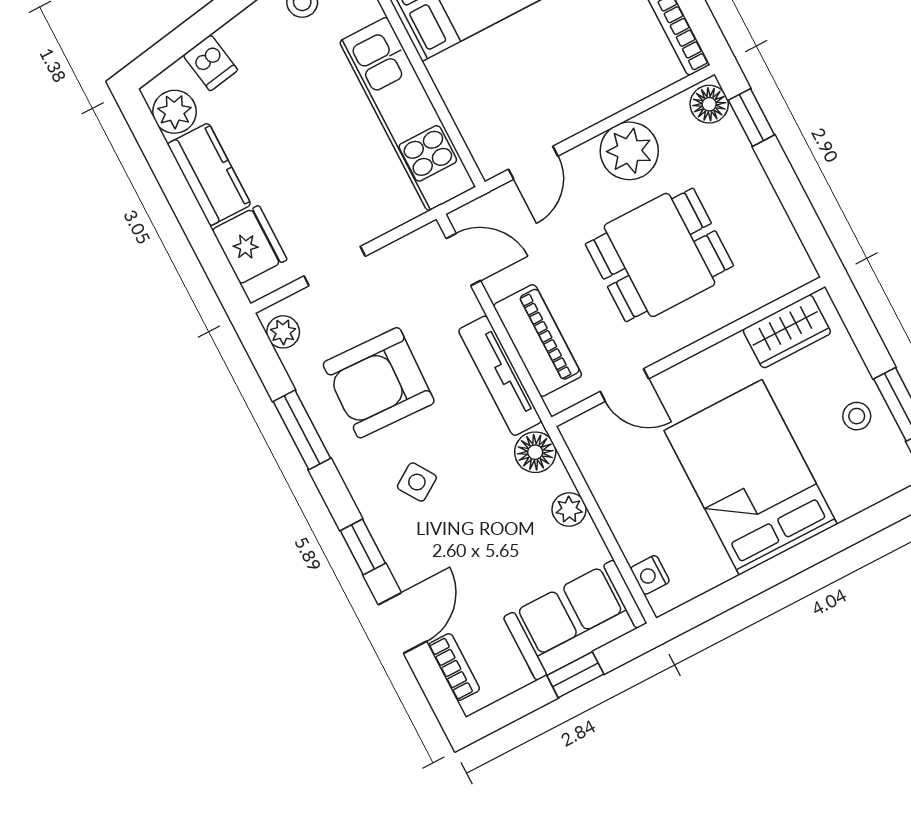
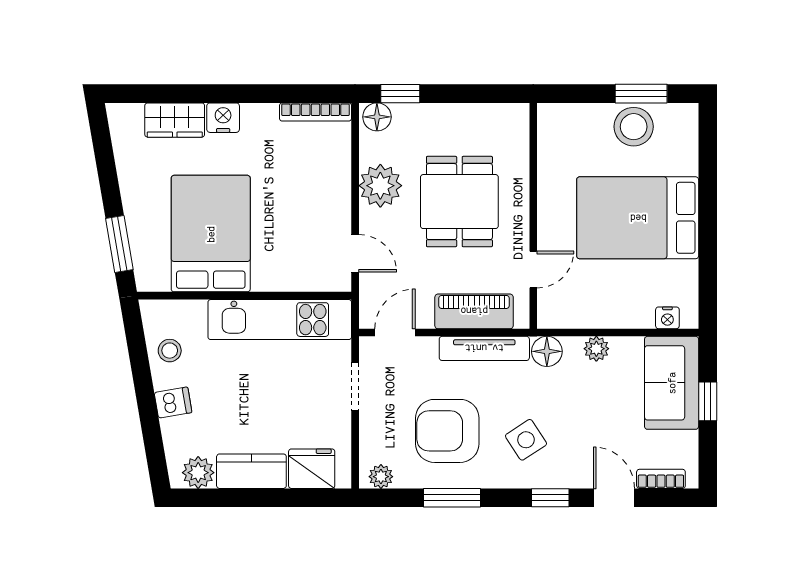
dishwasher: (210, 63) -> (173, 403), moved
doorway: (335, 266) -> (355, 386), moved
wardrobe: (787, 331) -> (554, 144), removed
armchair: (379, 383) -> (447, 431), turned 88
stool: (857, 416) -> (634, 127), width x1.89, depth x1.89
side table: (417, 482) -> (526, 440), width x1.37, depth x1.37

